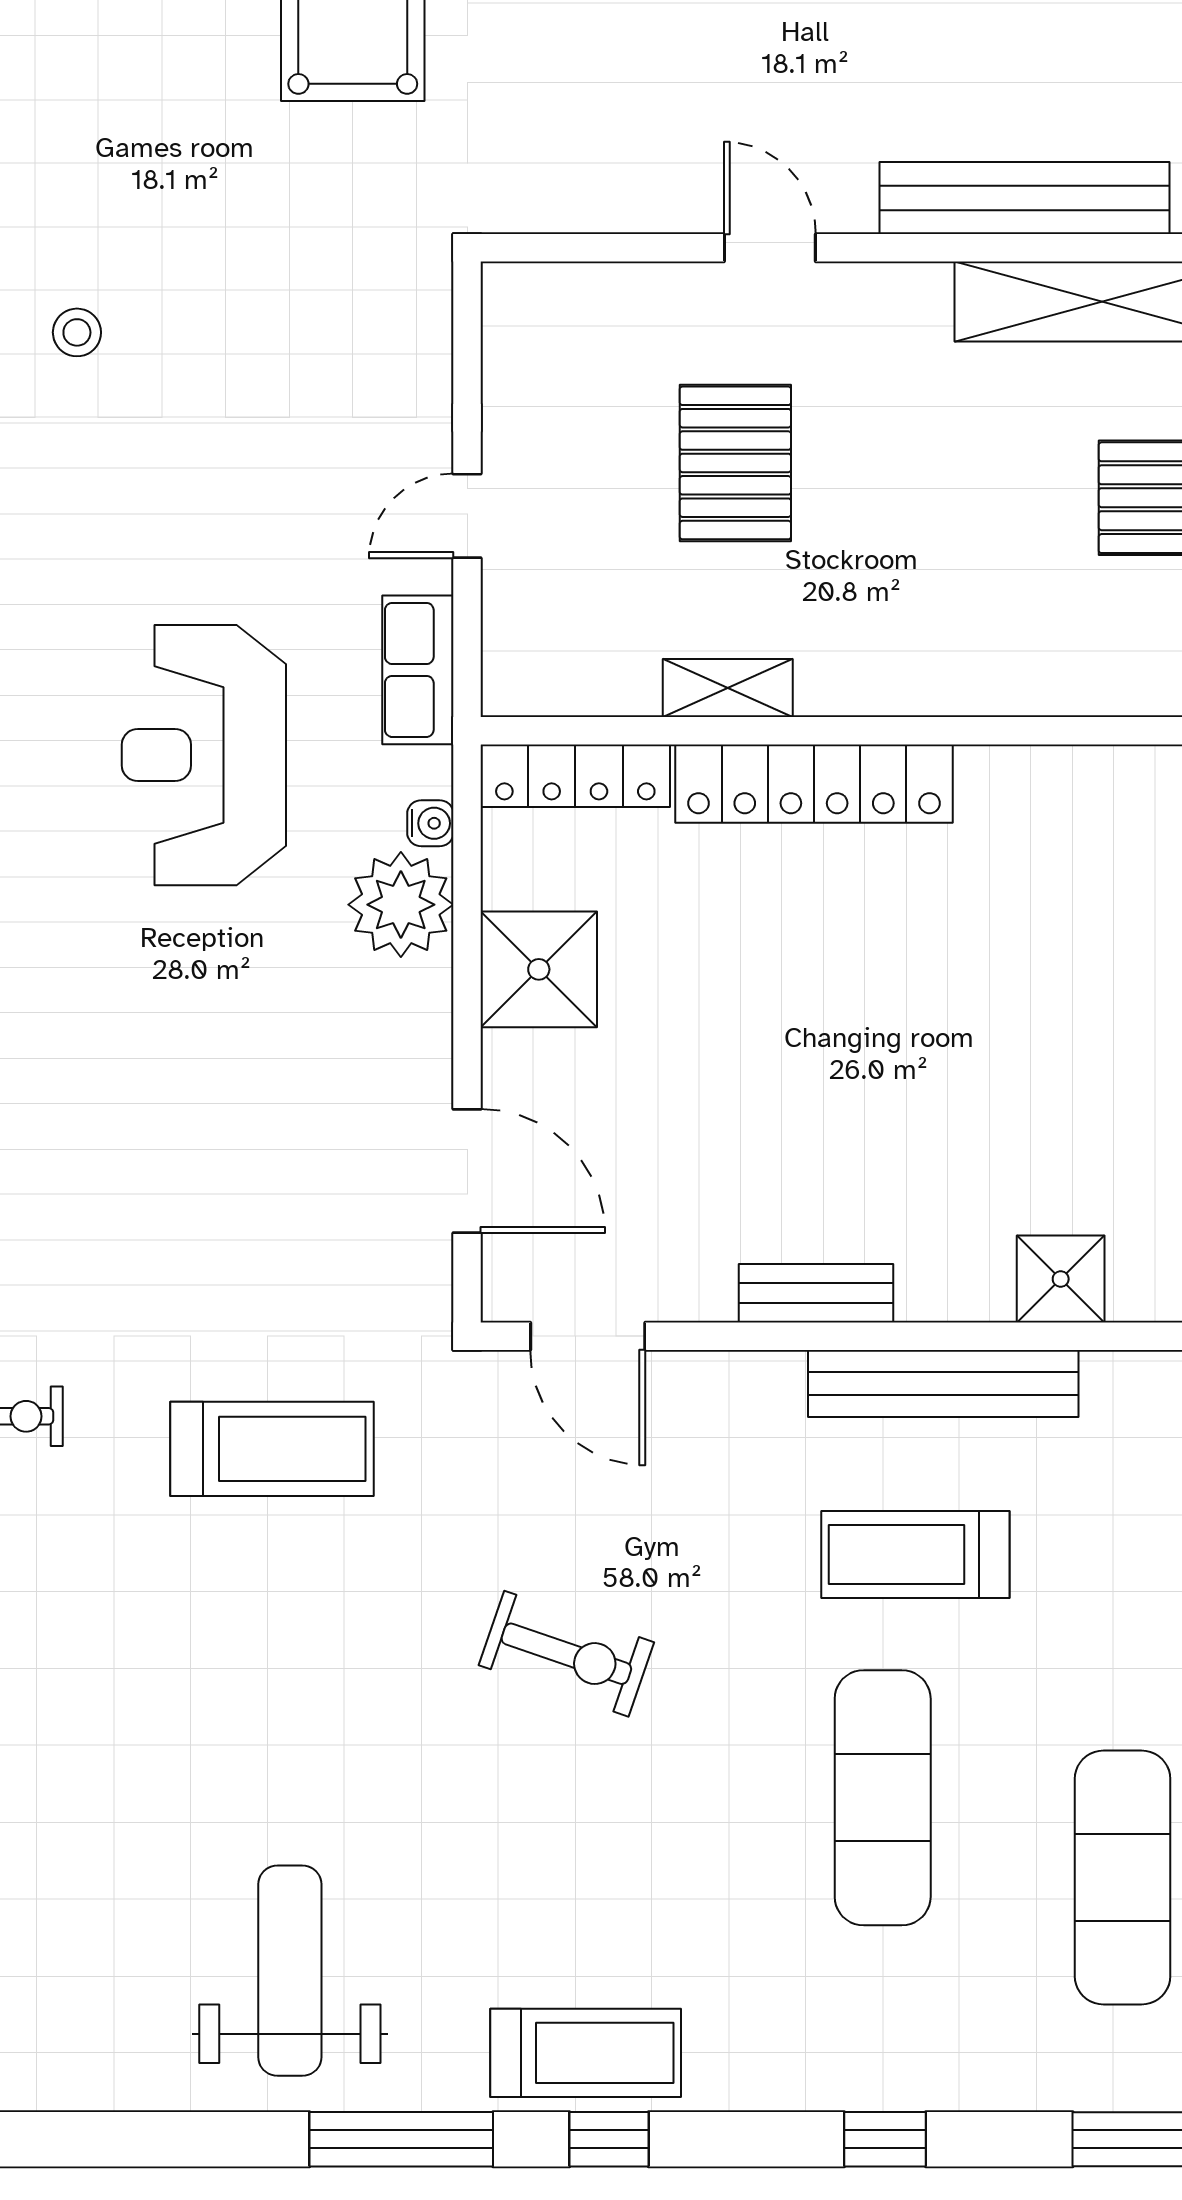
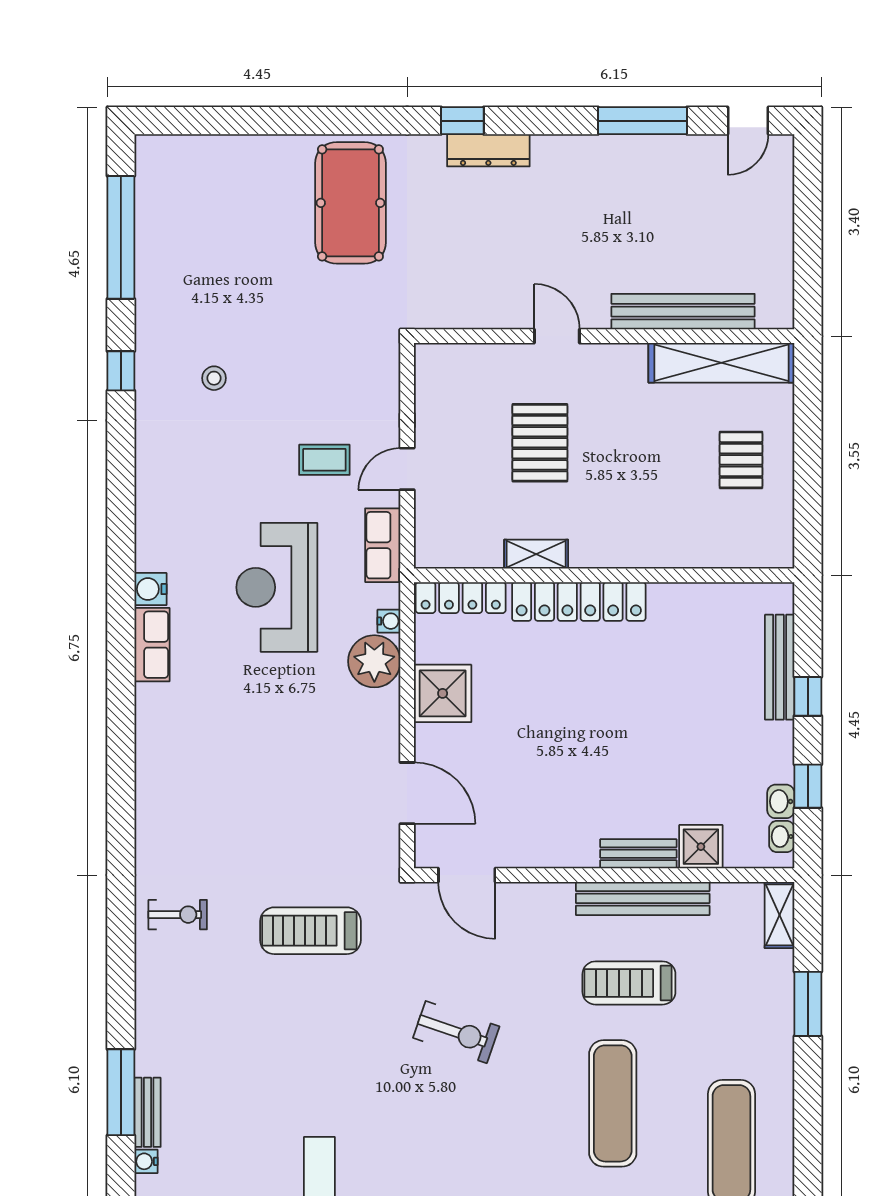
coffee table: (300, 497) -> (324, 460), added
bench: (816, 1293) -> (638, 854), moved
treadmill: (272, 1449) -> (310, 931), turned 180

